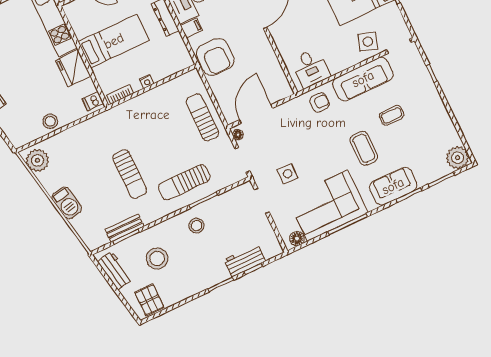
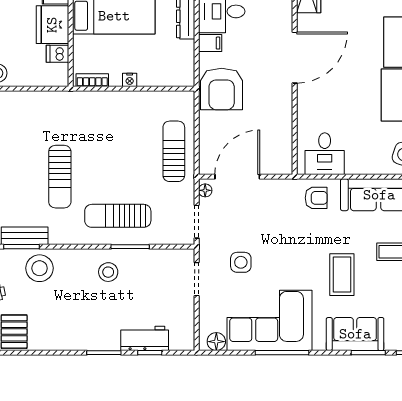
dishwasher: (93, 101) -> (57, 54), moved
stool: (157, 259) -> (40, 268), moved

